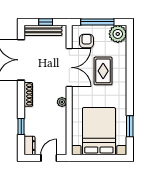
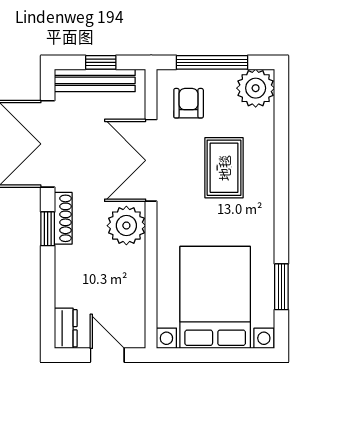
double door: (69, 67) -> (151, 160), swing flipped
plant: (62, 102) -> (126, 226), width x1.88, depth x1.88
window: (21, 126) -> (48, 229), moved
door: (49, 158) -> (107, 355), hinge flipped

